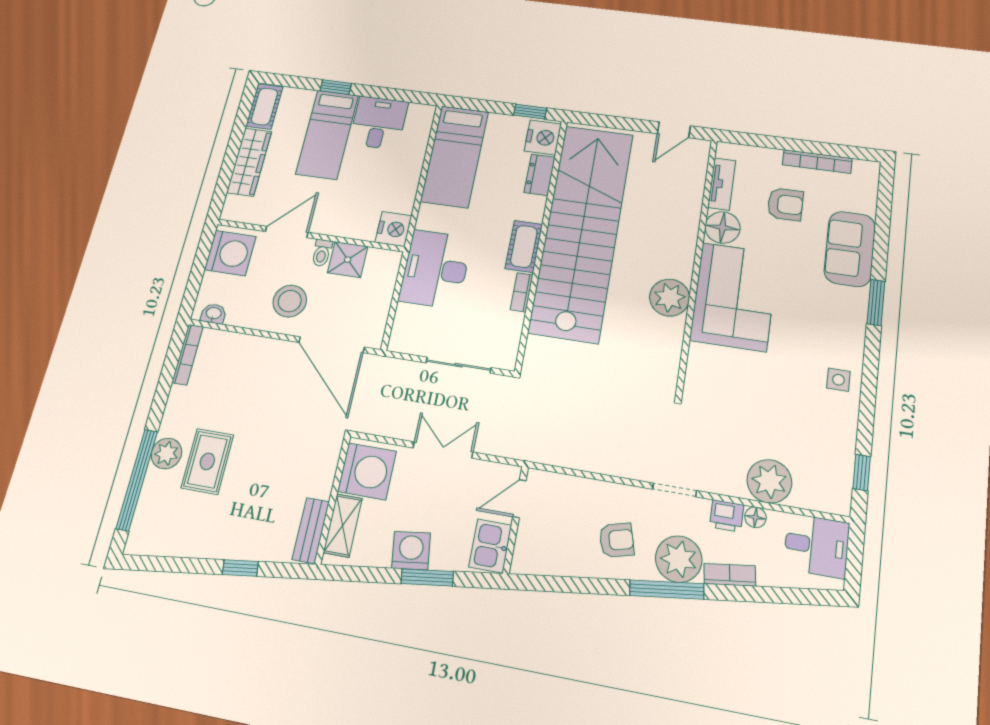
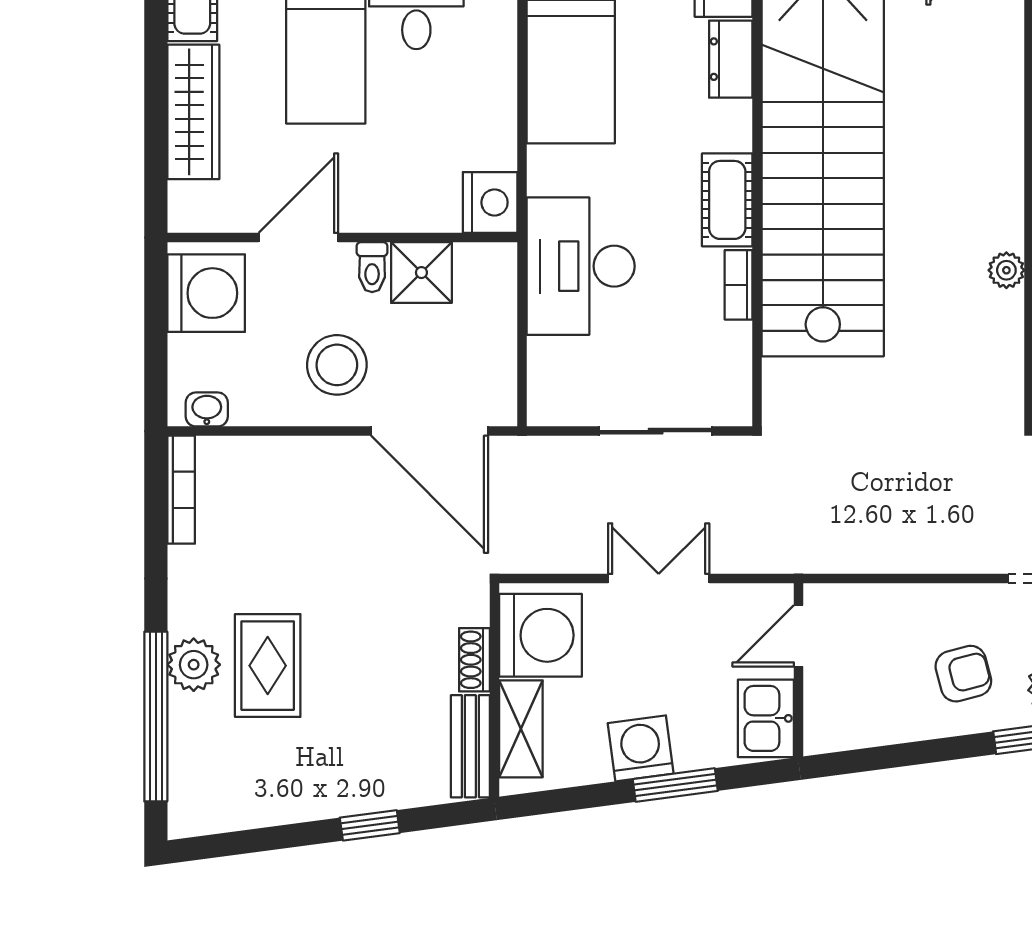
plant: (670, 298) -> (1006, 270), width x0.53, depth x0.53
shoe rack: (325, 479) -> (474, 660), added

